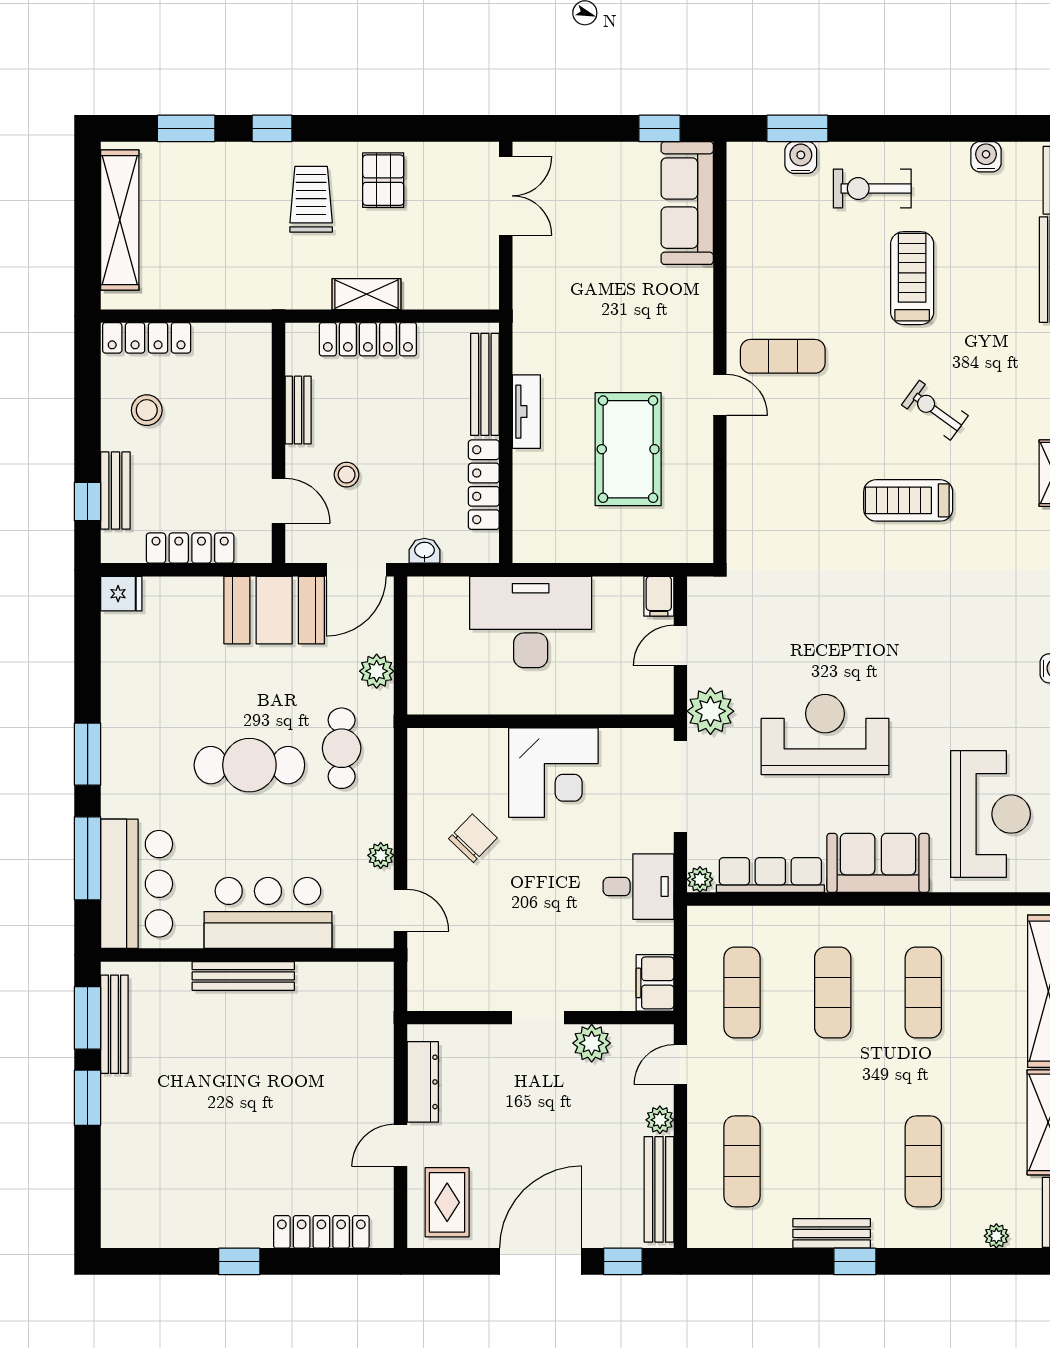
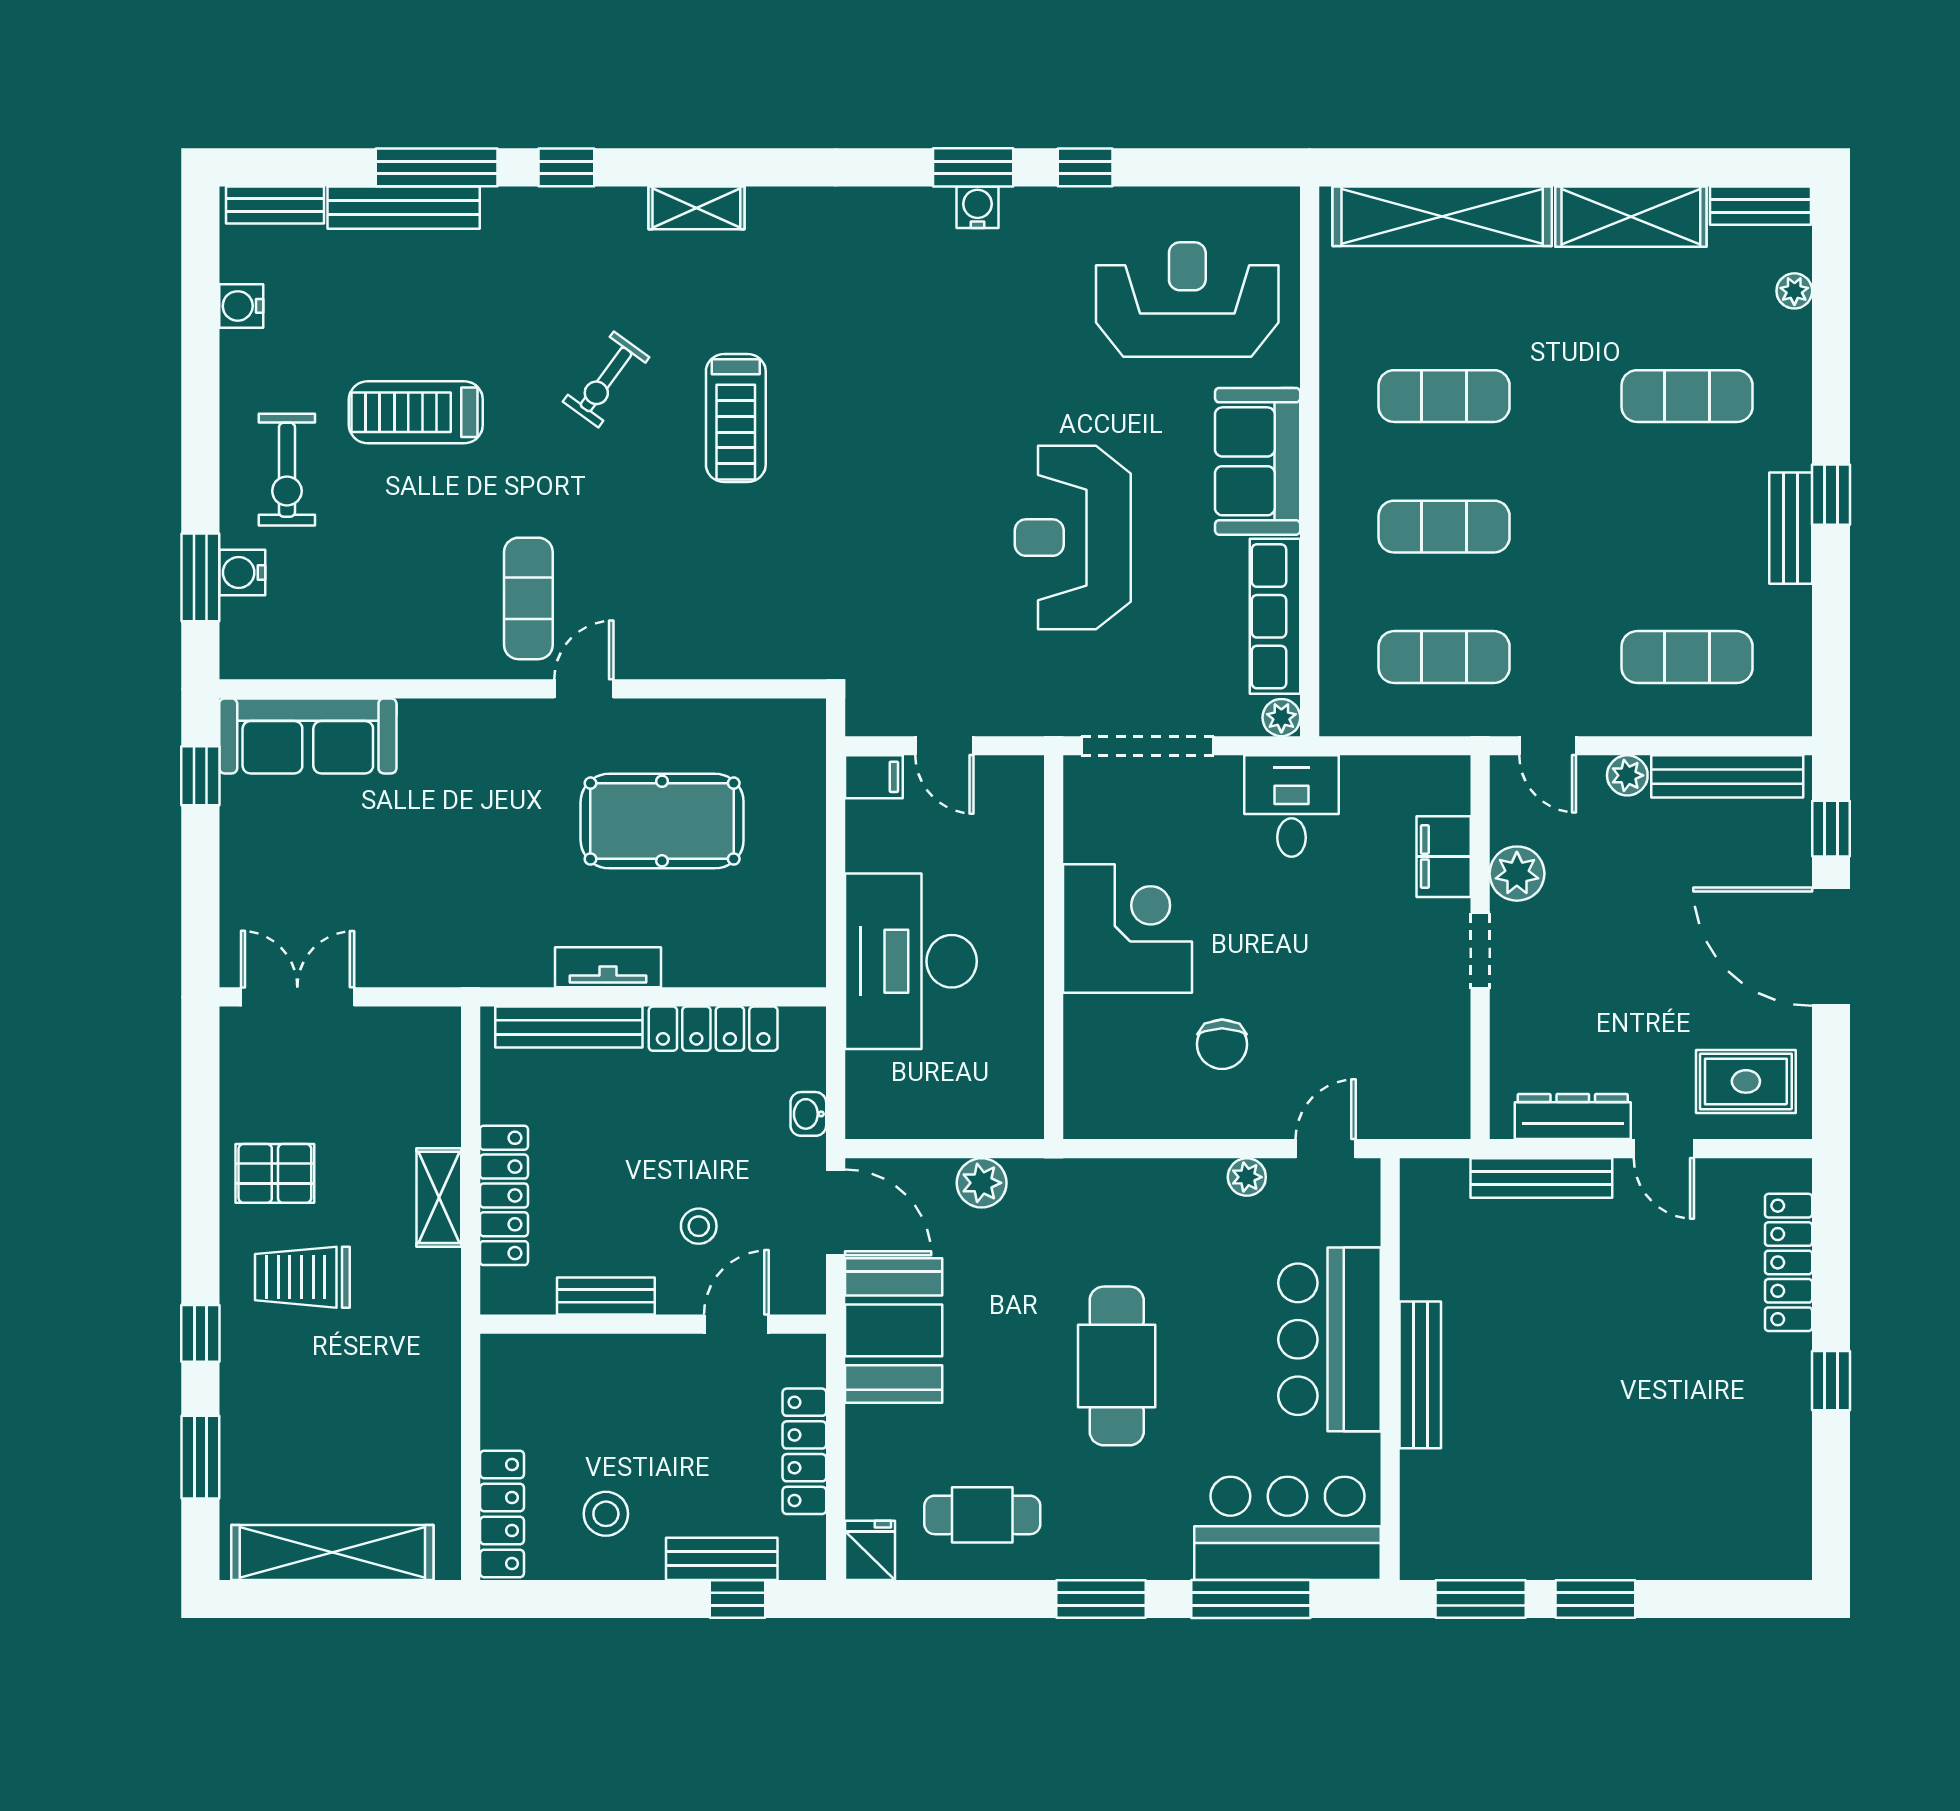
plant: (710, 711) -> (1039, 702), removed
cafe table: (342, 748) -> (982, 1515), moved
chair: (473, 838) -> (1222, 1044), turned -134
filing cabinet: (655, 983) -> (1444, 857), moved, turned 90
bench: (114, 1024) -> (1541, 1178), moved

